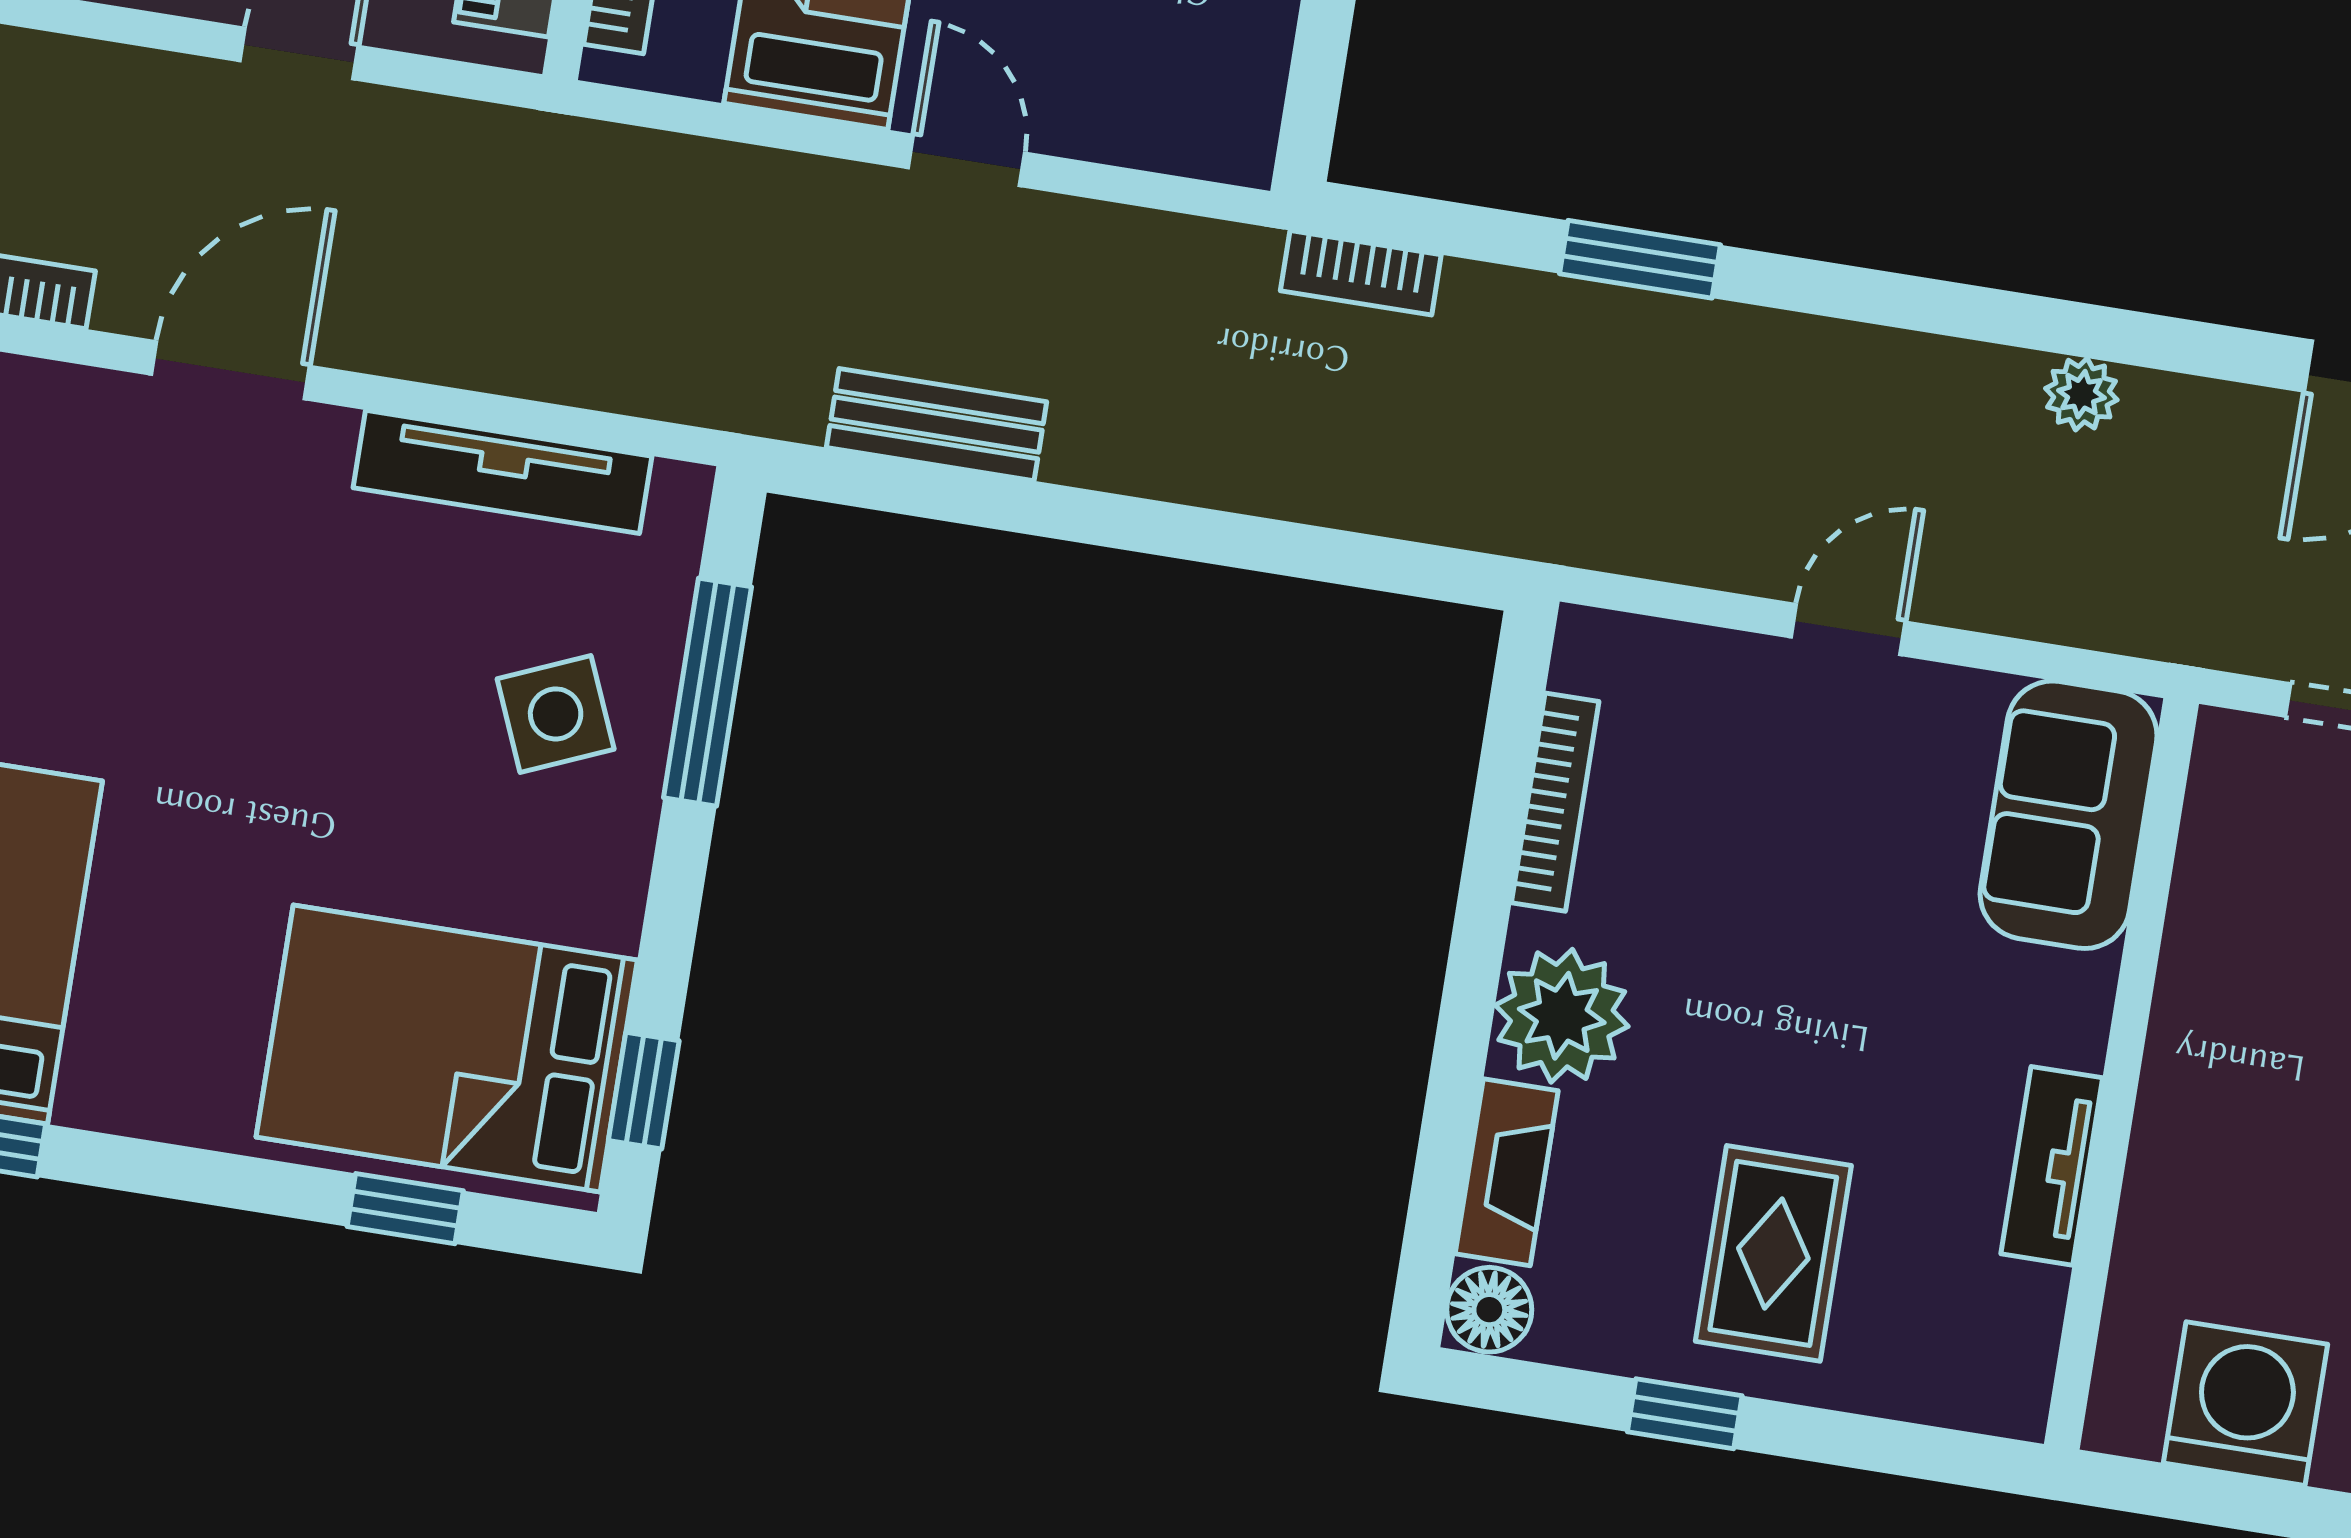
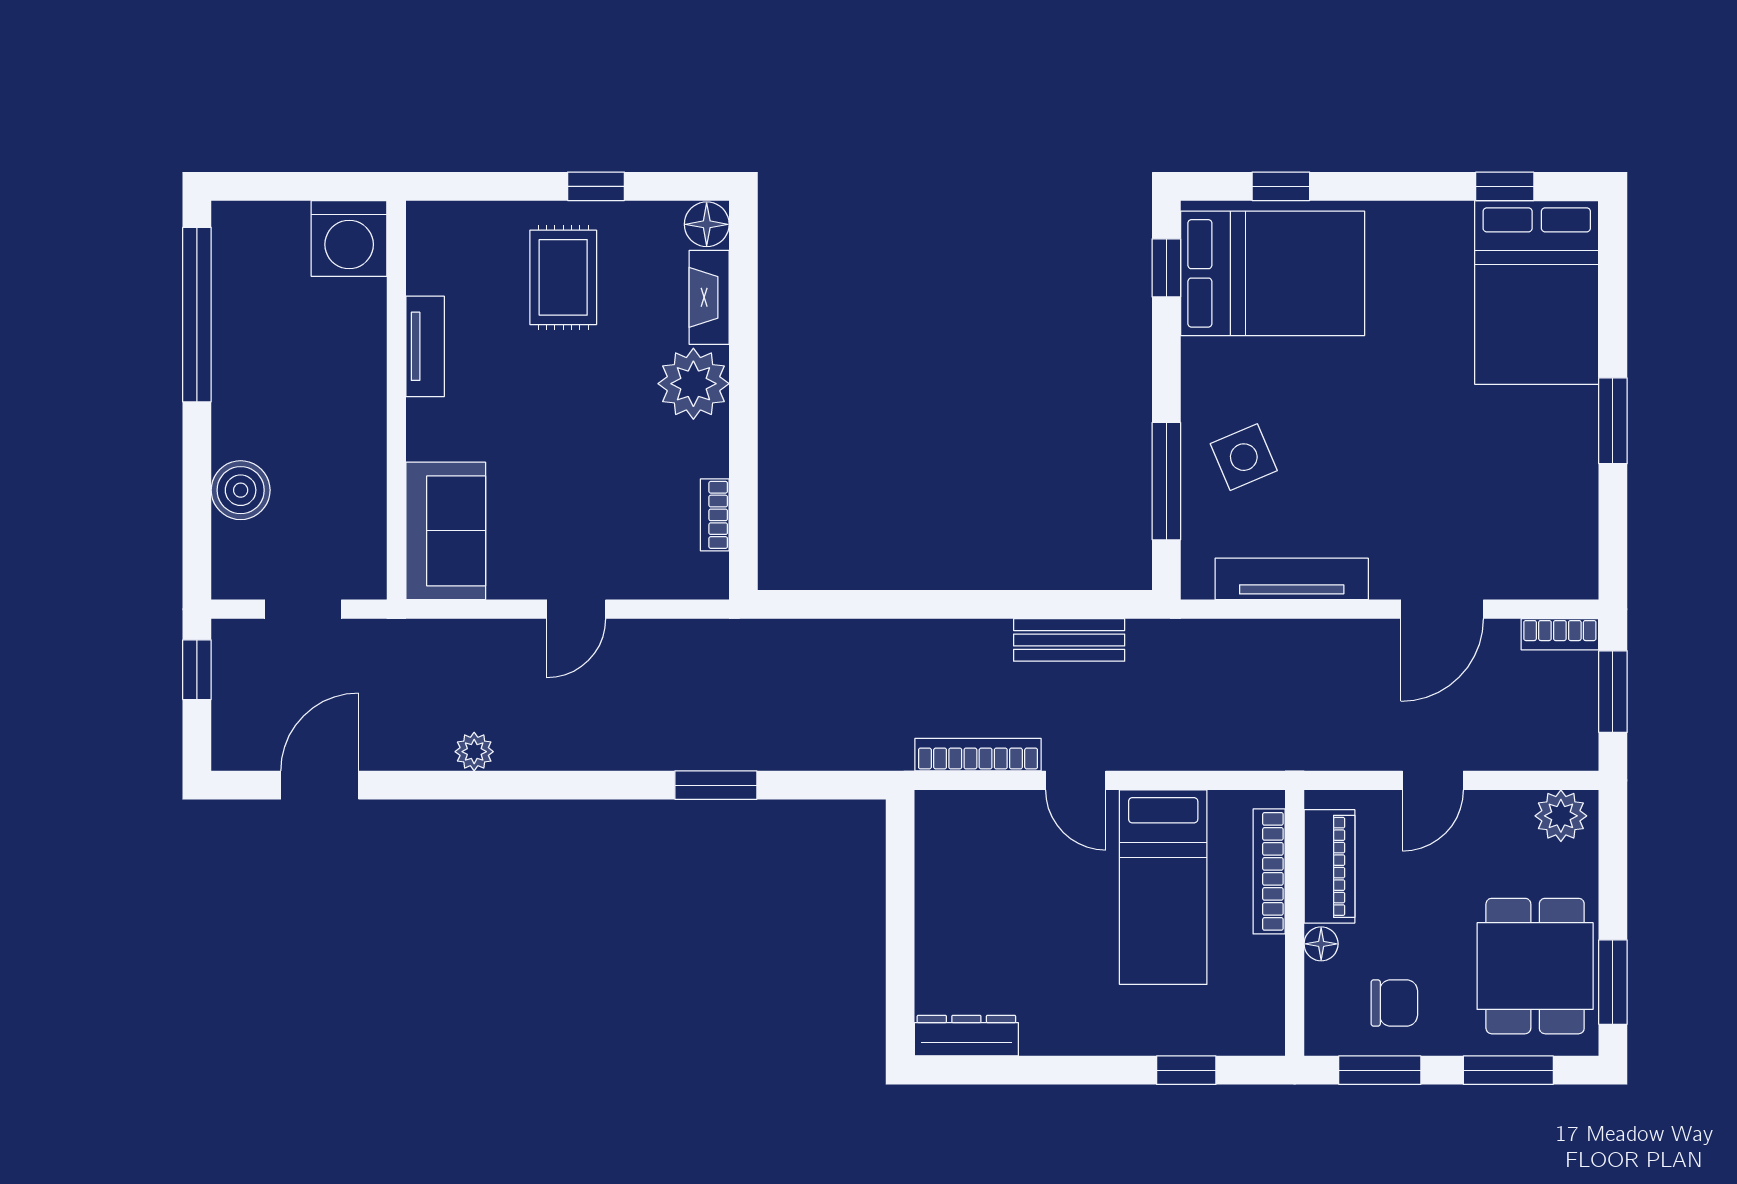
bookcase: (1361, 273) -> (978, 755), moved, width x1.56
bookcase: (1555, 802) -> (715, 515), width x0.64
washing machine: (2246, 1404) -> (349, 238), moved

